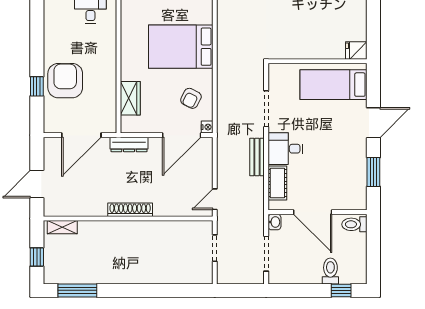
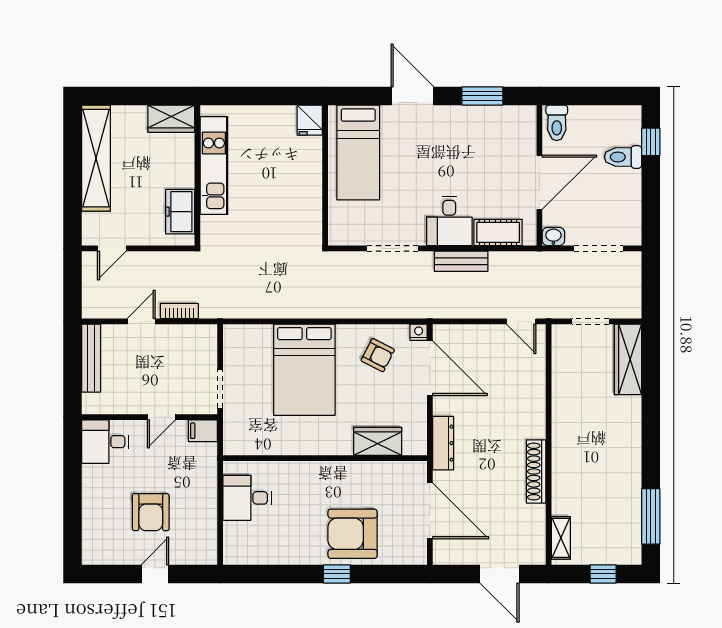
window: (37, 86) -> (337, 574), moved
shoe rack: (130, 210) -> (536, 471), moved
wardrobe: (188, 274) -> (628, 359), added

